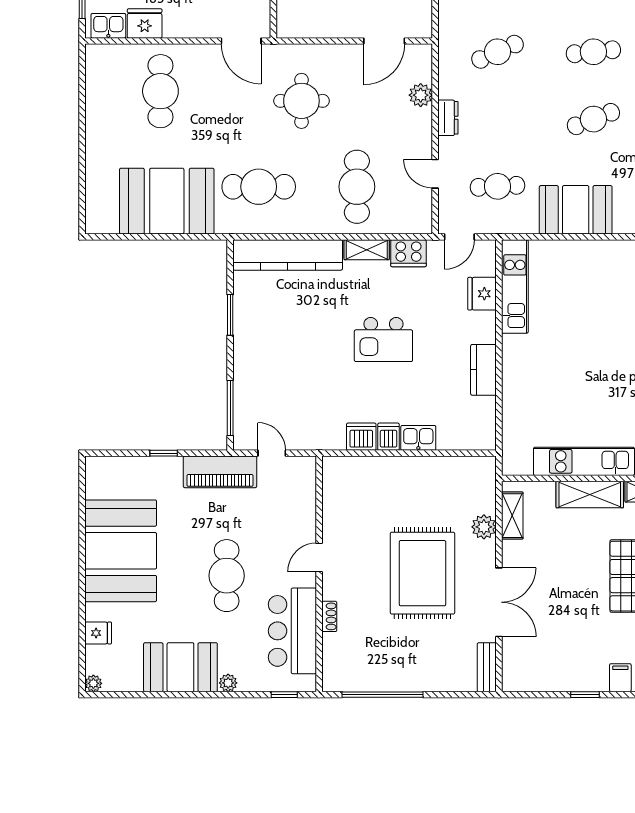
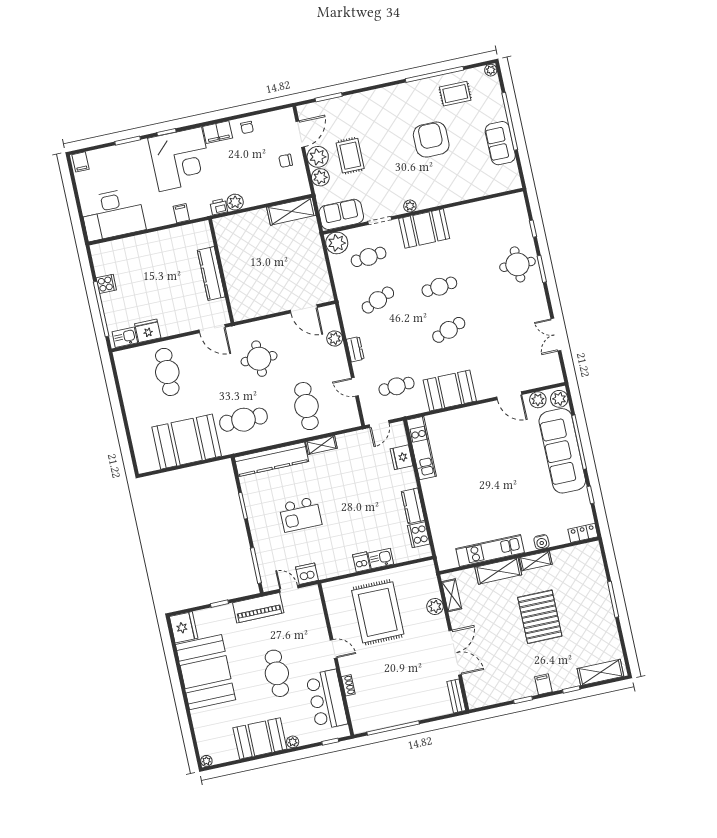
door: (384, 41) -> (304, 309), hinge flipped
cooker: (408, 253) -> (419, 535), moved, turned 90
kitchen island: (383, 340) -> (300, 514), moved
dishwasher: (361, 437) -> (307, 574), moved
door: (319, 557) -> (334, 649), swing flipped
rug: (423, 573) -> (378, 612), moved
fridge: (98, 633) -> (184, 627), moved, width x1.88, depth x1.34

